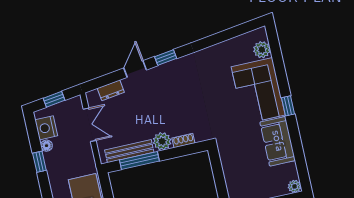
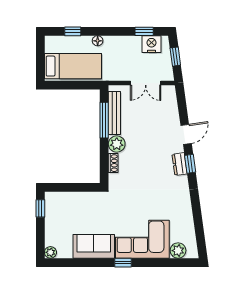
door: (135, 69) -> (186, 134), hinge flipped
dresser: (111, 90) -> (180, 164), moved
floor lamp: (47, 146) -> (98, 41), moved
window: (39, 162) -> (144, 31), moved

